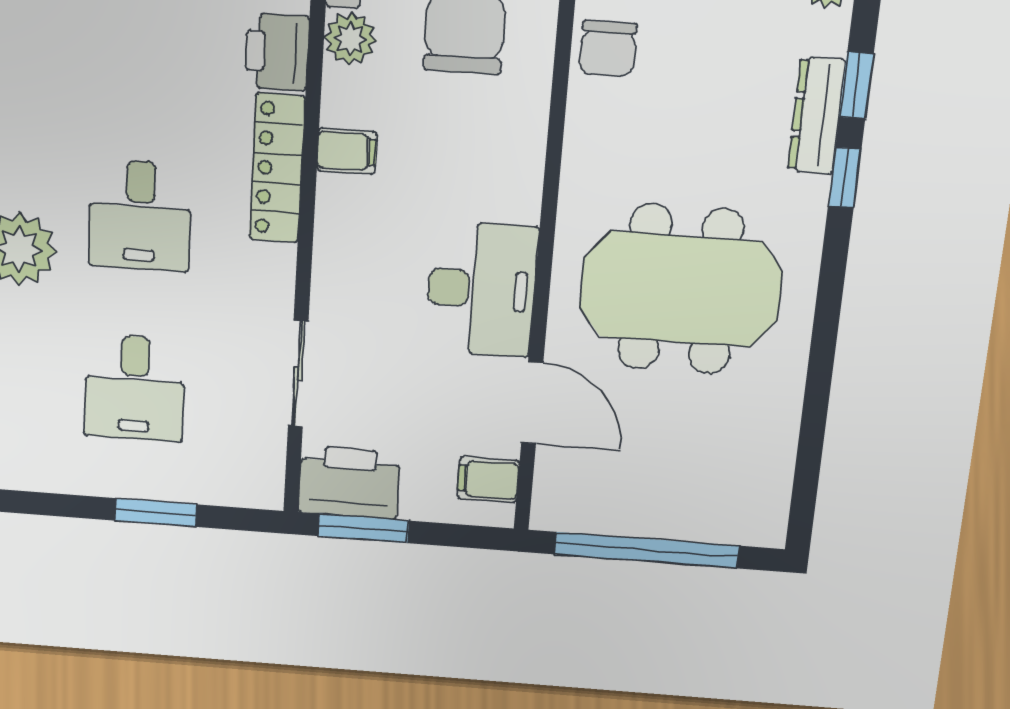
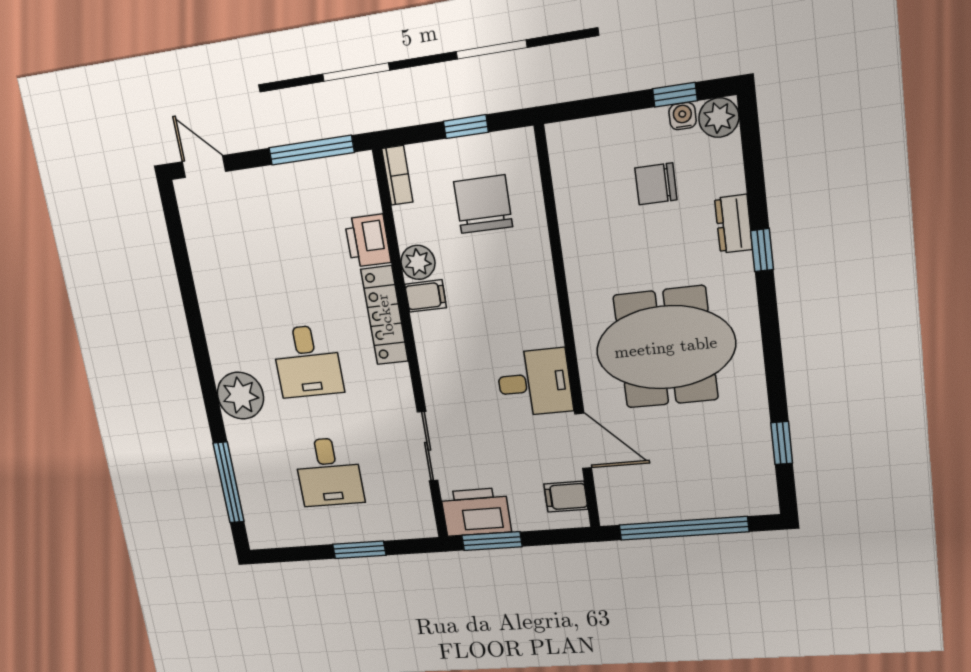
plant: (350, 39) -> (418, 262), moved
chair: (608, 49) -> (656, 184), moved, turned 90
window: (856, 85) -> (782, 443), moved
dresser: (817, 116) -> (734, 224), width x0.70
desk: (481, 289) -> (534, 383), width x0.73

